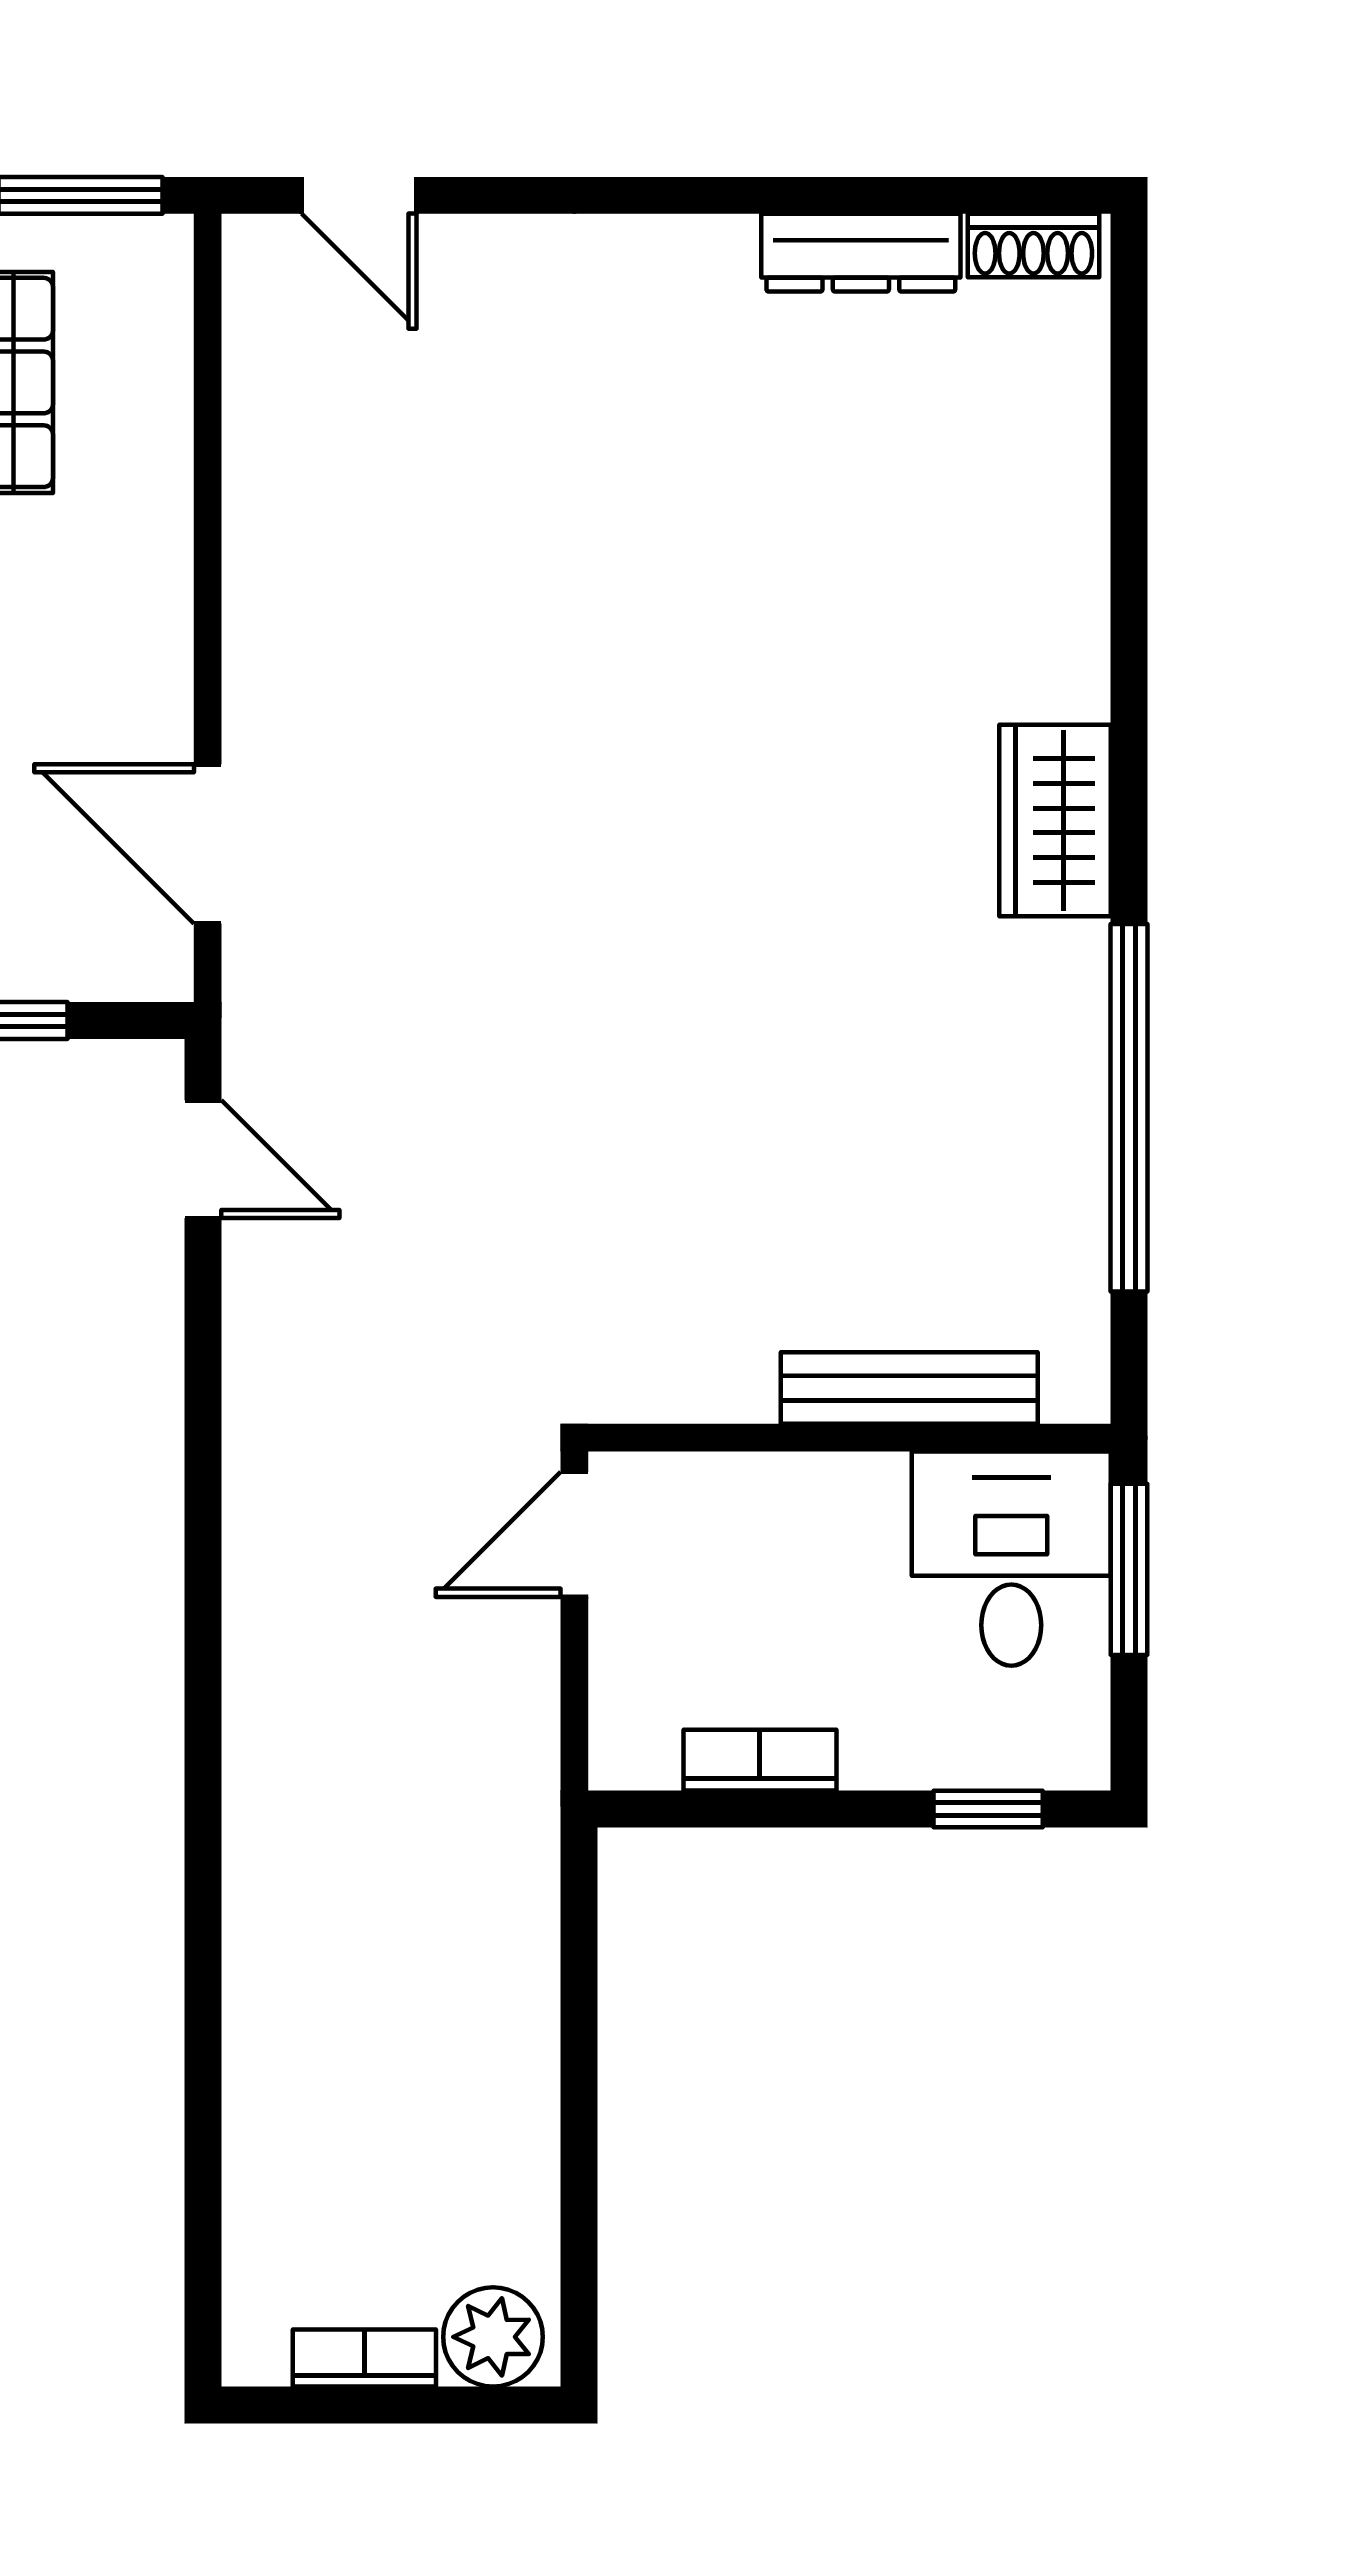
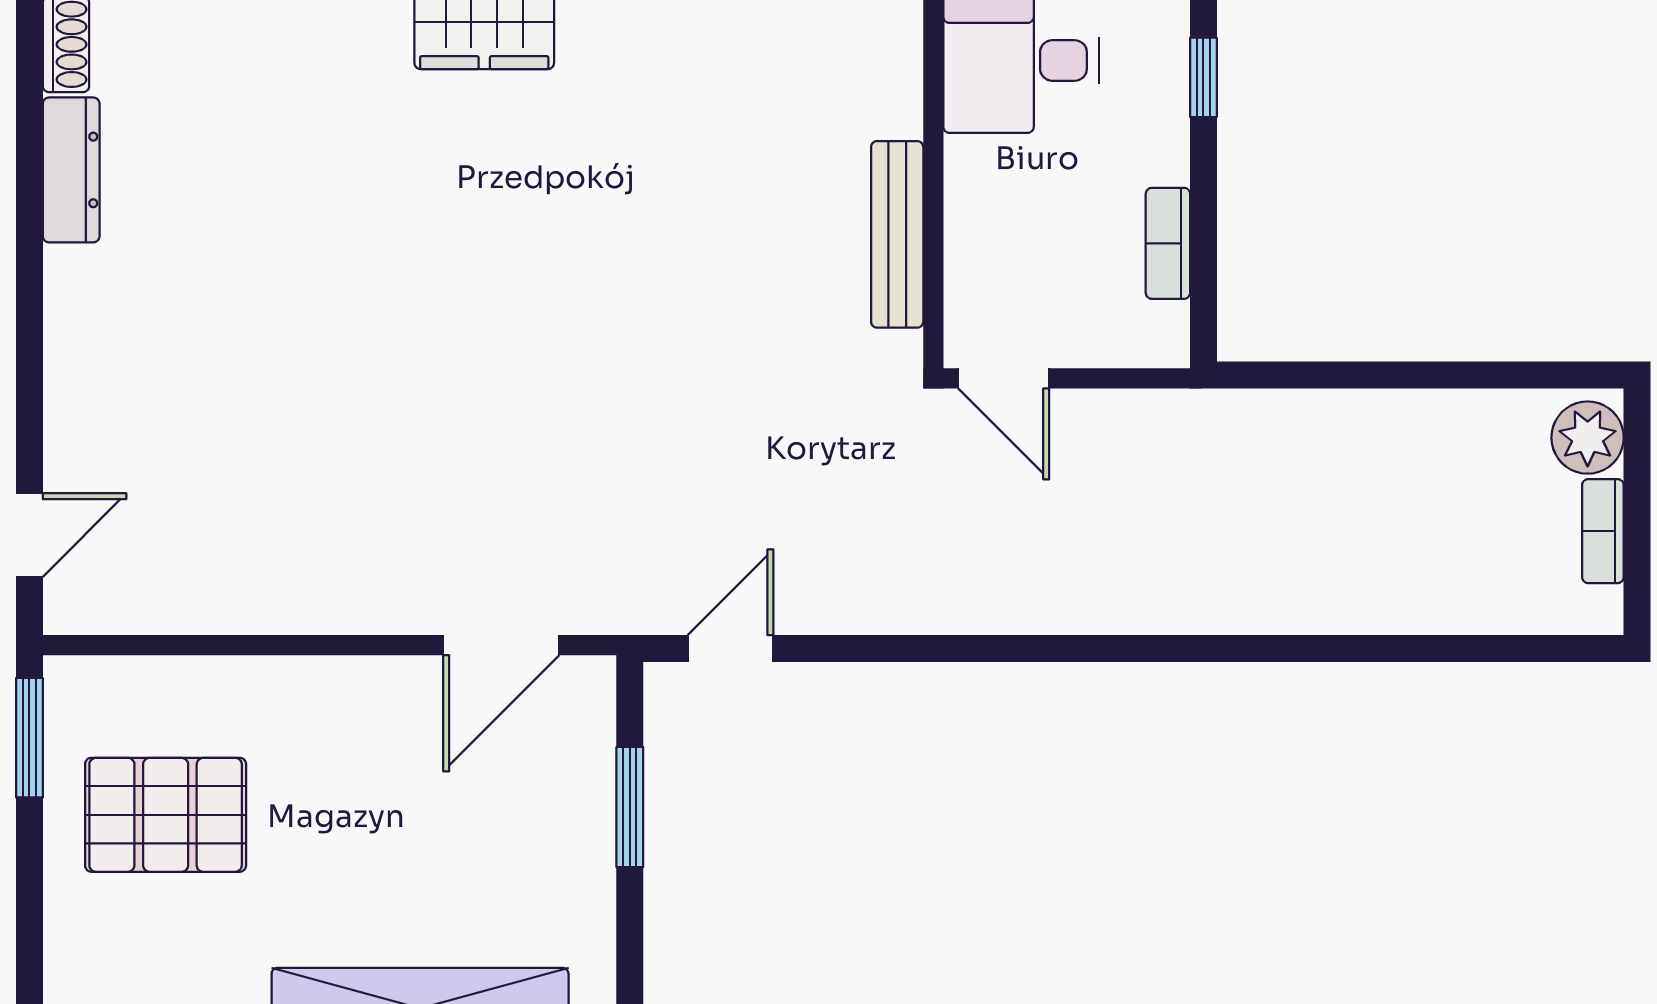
bench: (909, 1388) -> (897, 234), moved

